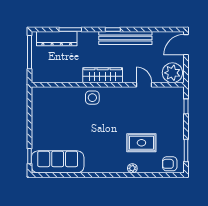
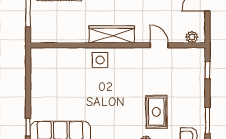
plant: (172, 73) -> (192, 37), width x0.53, depth x0.53
rug: (141, 143) -> (156, 112), turned 90

